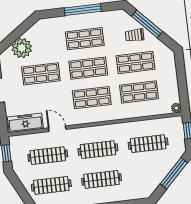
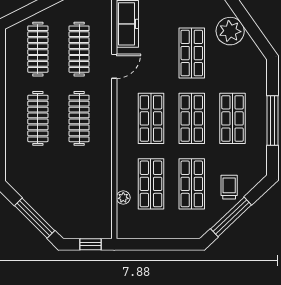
window: (147, 24) -> (231, 217), moved
plant: (176, 108) -> (123, 198), moved
clothes rail: (148, 144) -> (79, 188), removed

